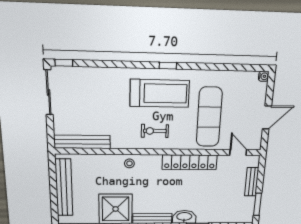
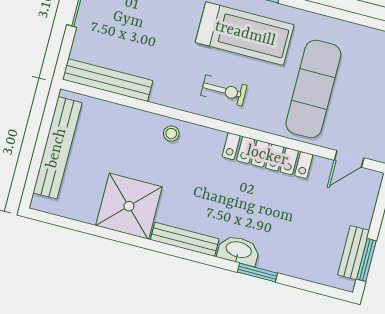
exercise bike: (155, 131) -> (224, 90), turned 180
door: (238, 152) -> (349, 159), swing flipped
bench: (252, 182) -> (353, 253), moved

